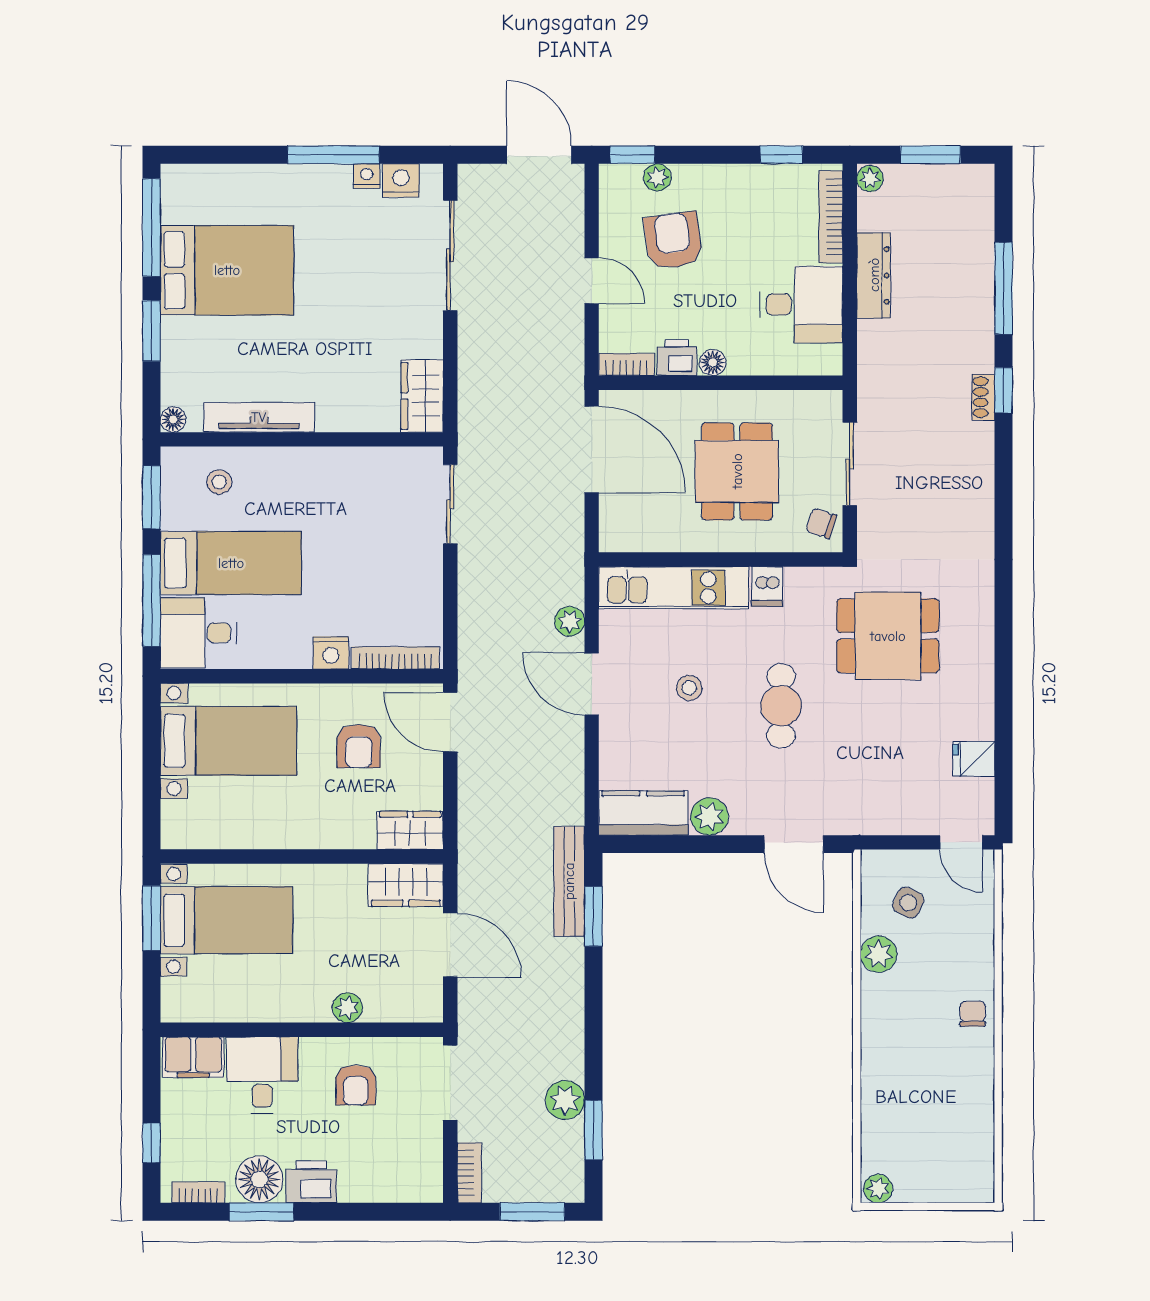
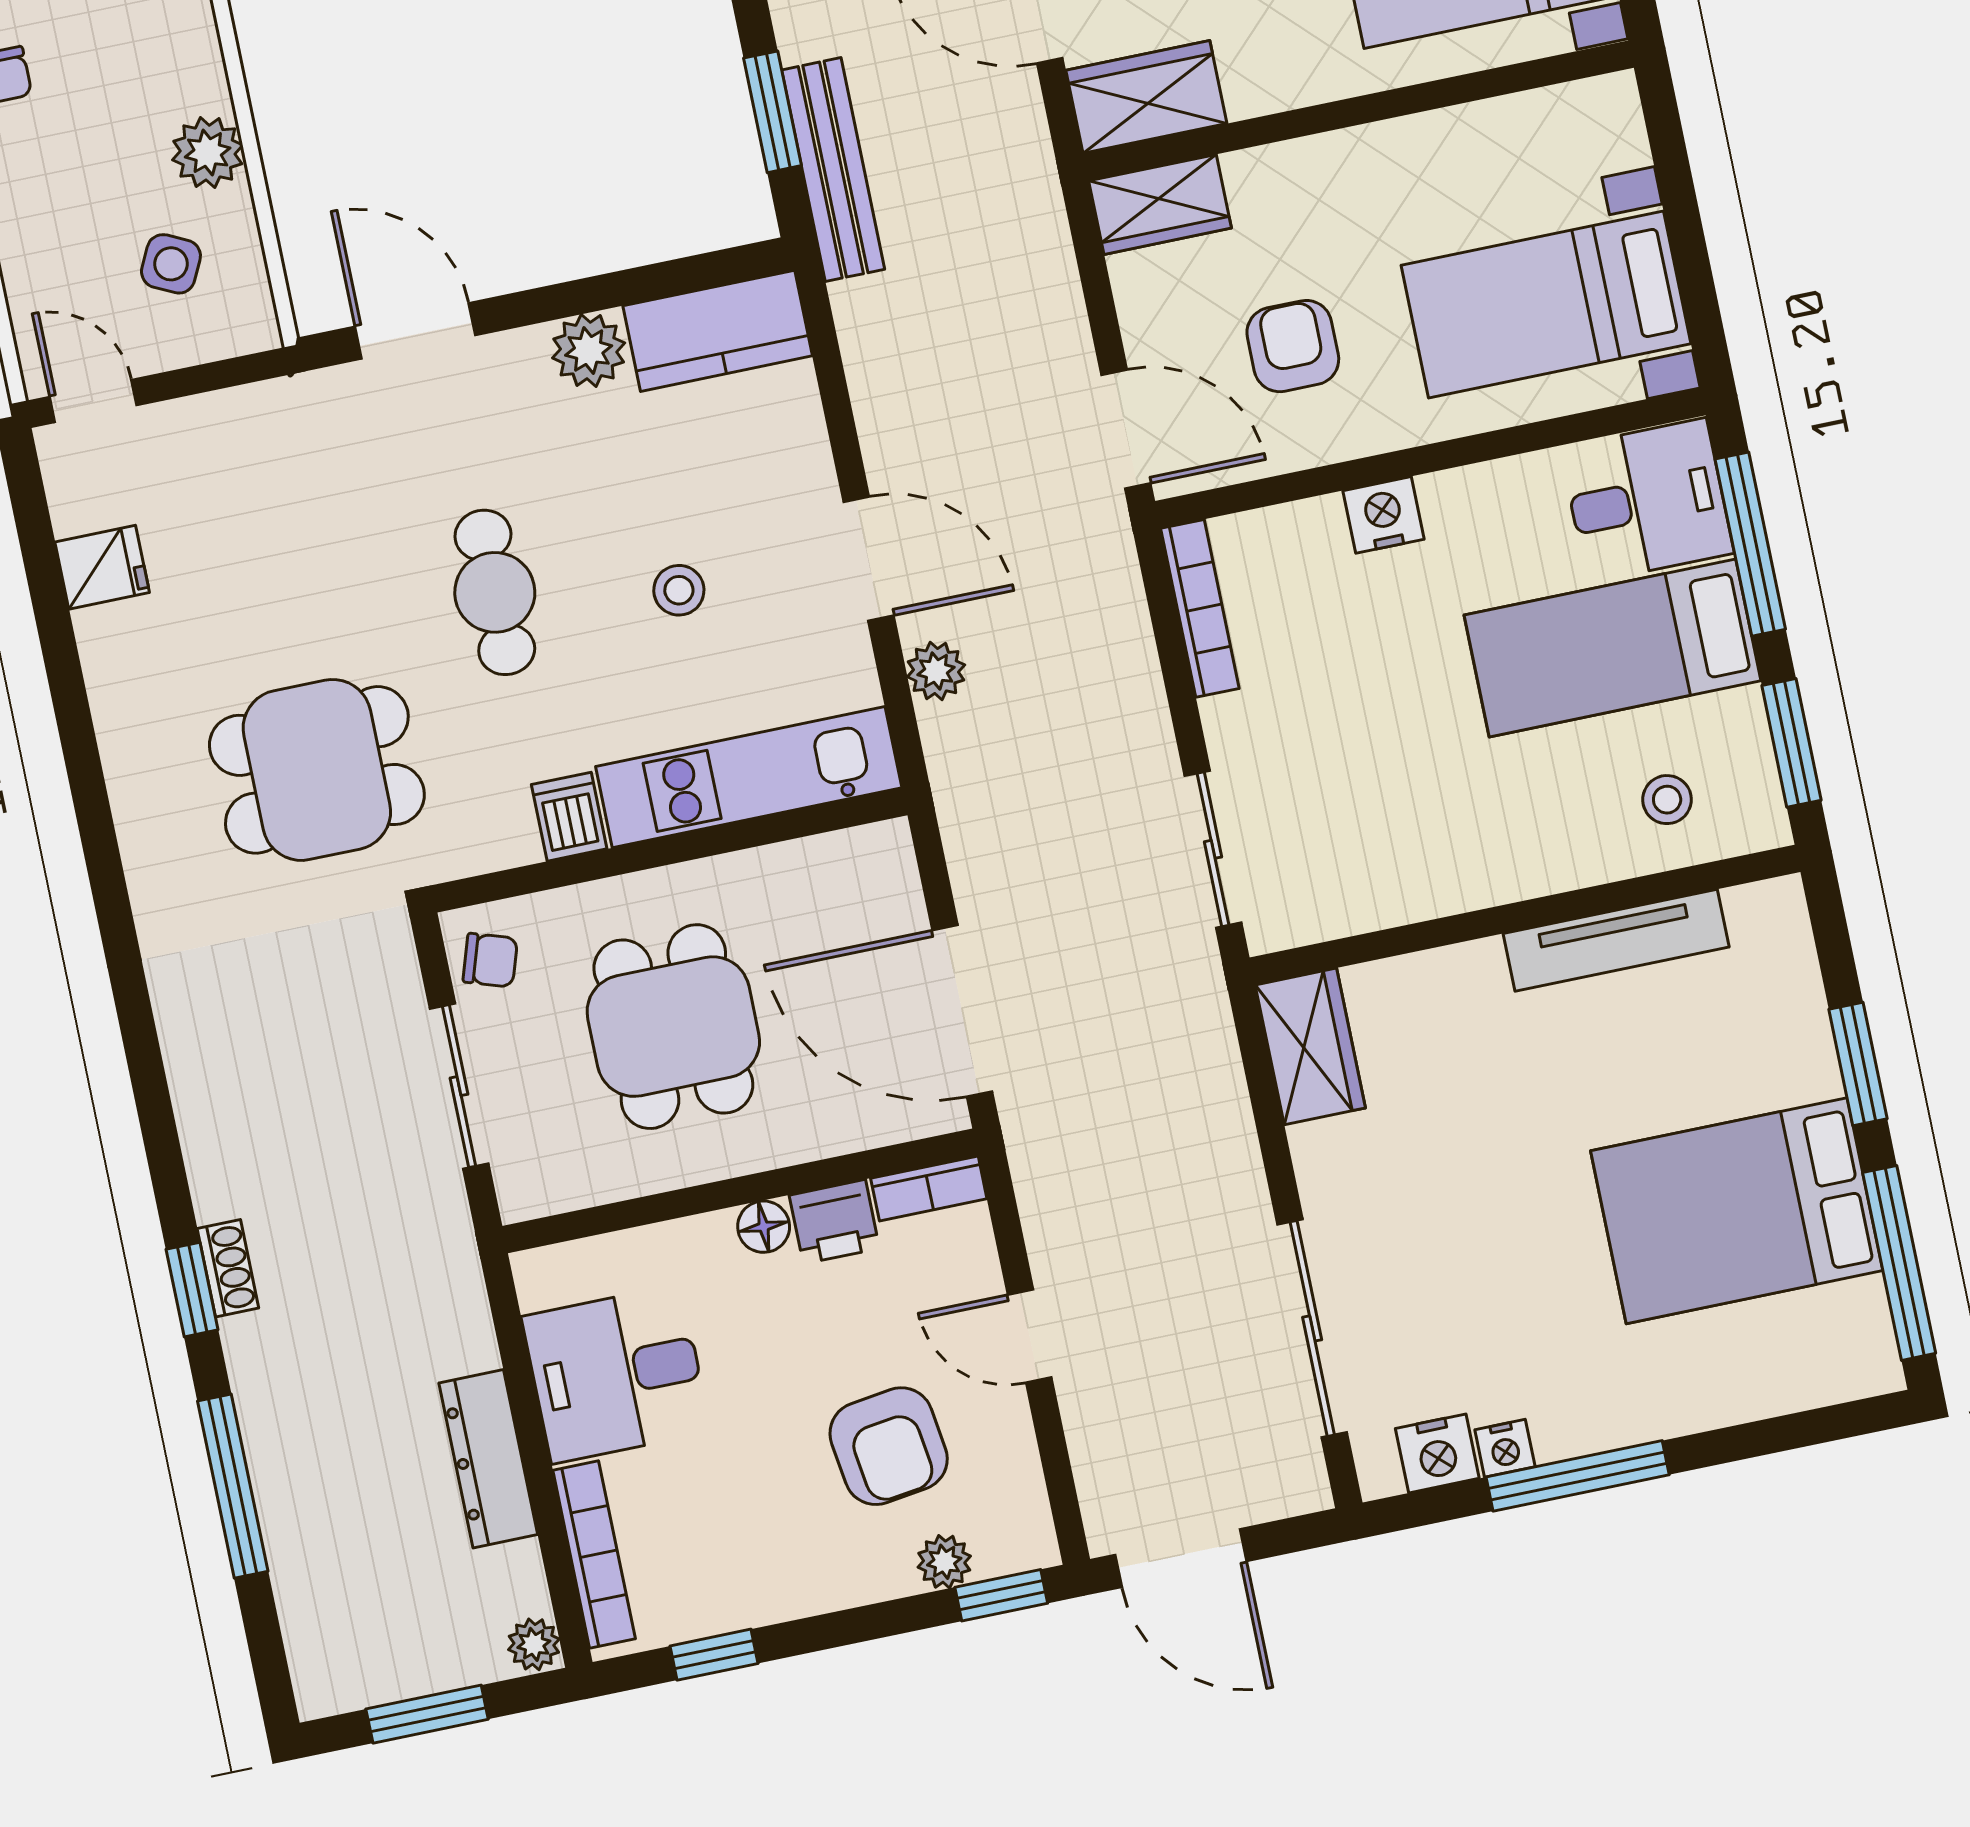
floor lamp: (173, 420) -> (1781, 901), removed
bookcase: (395, 658) -> (1200, 608), moved, turned -90

